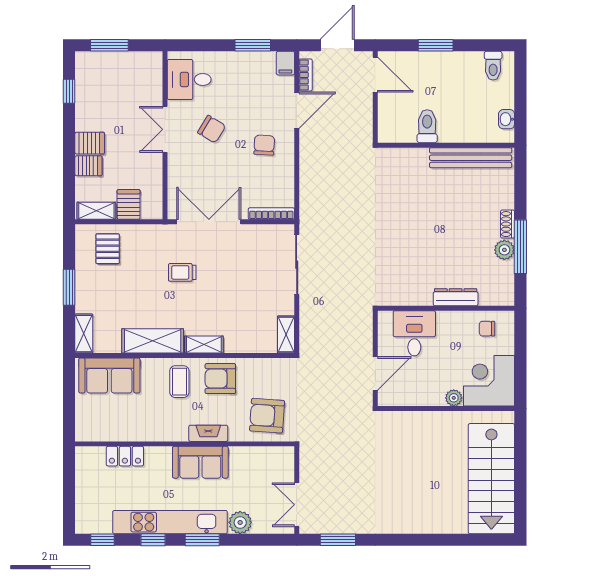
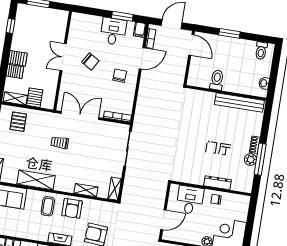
desk: (189, 79) -> (113, 31), moved, turned 90
chair: (487, 329) -> (216, 199), moved
shelving: (204, 345) -> (86, 190), moved
armchair: (220, 379) -> (72, 208), turned -90

